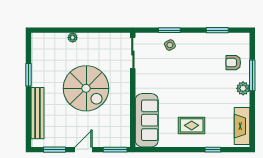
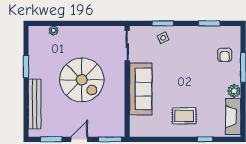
plant: (73, 38) -> (54, 31), moved
armchair: (233, 63) -> (225, 55), turned -90
plant: (243, 88) -> (234, 91), moved
sofa: (147, 120) -> (141, 89), moved

